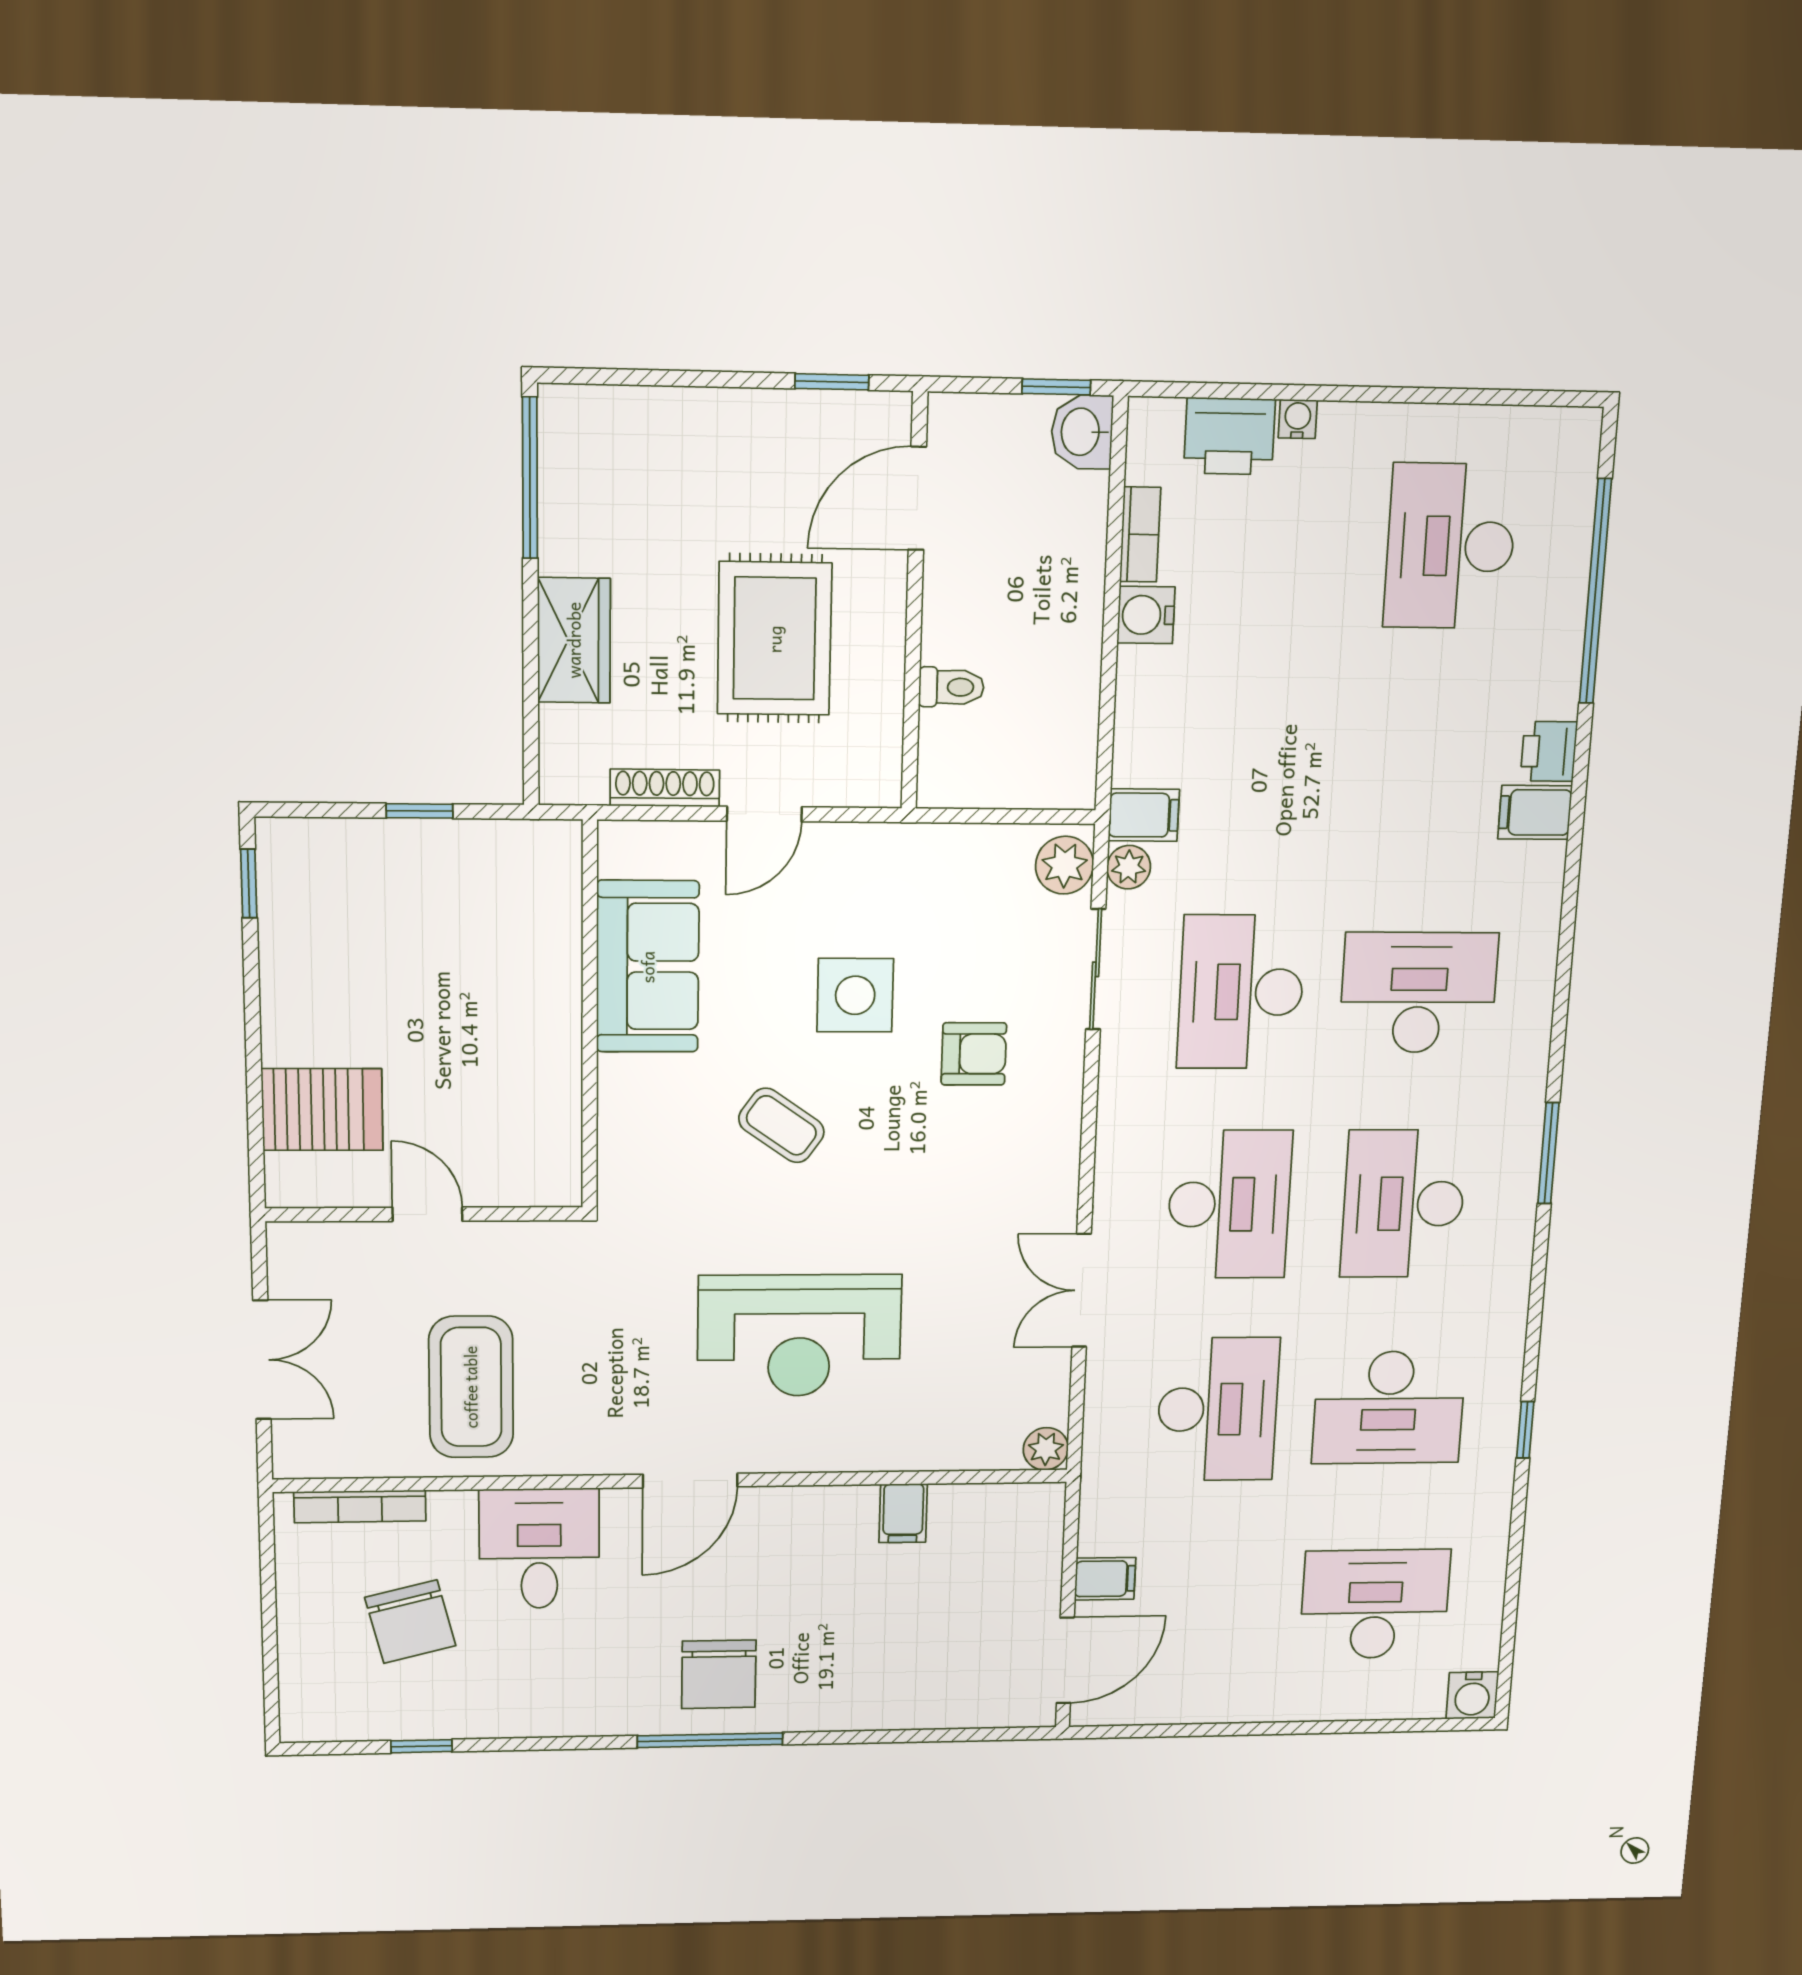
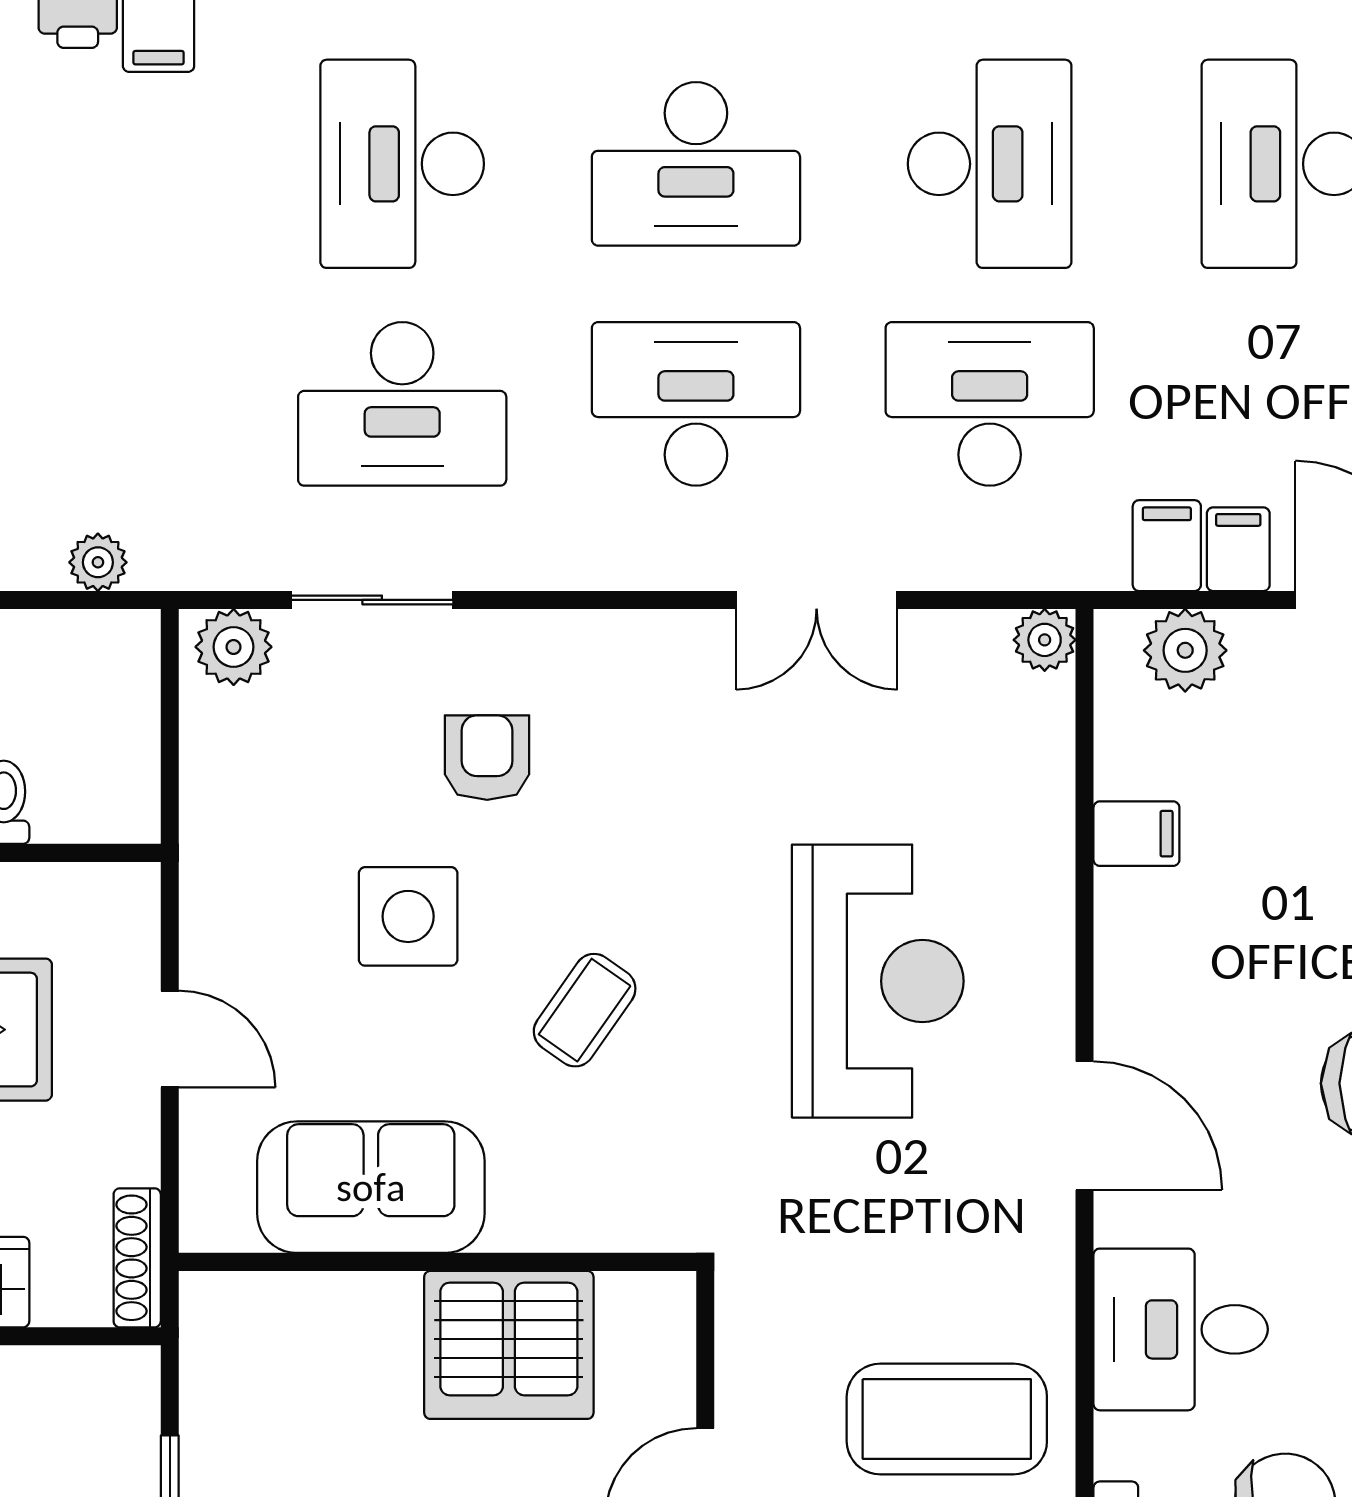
shoe rack: (665, 788) -> (137, 1258), moved
filing cabinet: (1144, 815) -> (1167, 546), moved
plant: (1129, 867) -> (98, 562), moved
server rack: (526, 1070) -> (509, 1345), added
plant: (1034, 1544) -> (1185, 650), added

